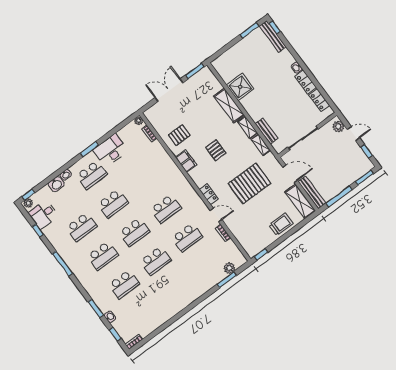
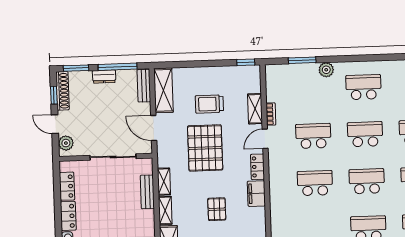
shoe rack: (363, 158) -> (63, 91), added
filing cabinet: (186, 161) -> (256, 194), moved
pallet: (249, 183) -> (205, 148), turned 90
dresser: (343, 184) -> (104, 77), added
bench: (312, 192) -> (144, 86), width x0.73
door: (216, 215) -> (265, 139), hinge flipped
trolley: (281, 224) -> (209, 104), moved
shelving: (235, 229) -> (255, 109), added
plant: (229, 268) -> (326, 70), moved
school desk: (177, 290) -> (363, 87), added

